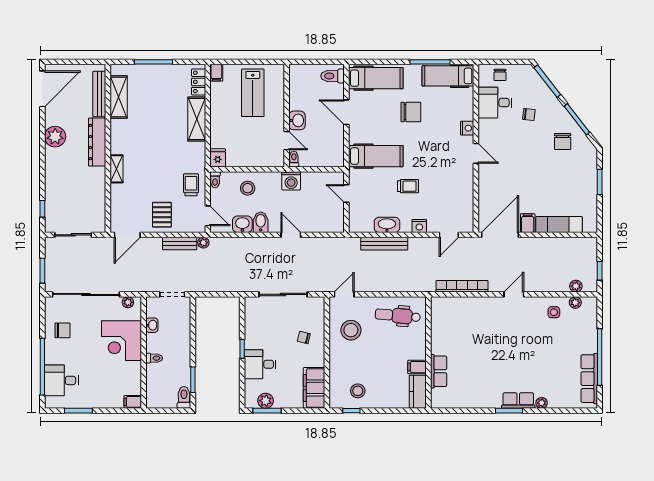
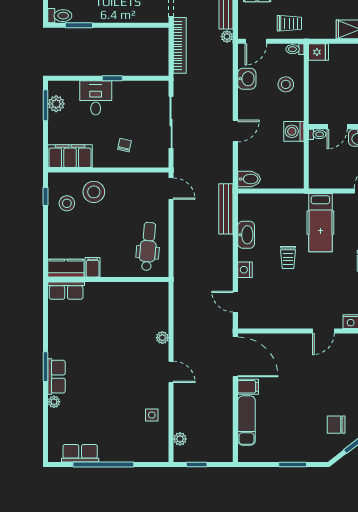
door: (346, 193) -> (280, 191), removed
bidet: (261, 222) -> (249, 179), moved
bench: (384, 244) -> (226, 209), moved
bookcase: (462, 286) -> (180, 45), moved
plant: (575, 303) -> (162, 338), moved
stool: (351, 330) -> (94, 192), moved
row of seats: (439, 371) -> (66, 291), moved
row of seats: (589, 379) -> (80, 453), width x0.68

